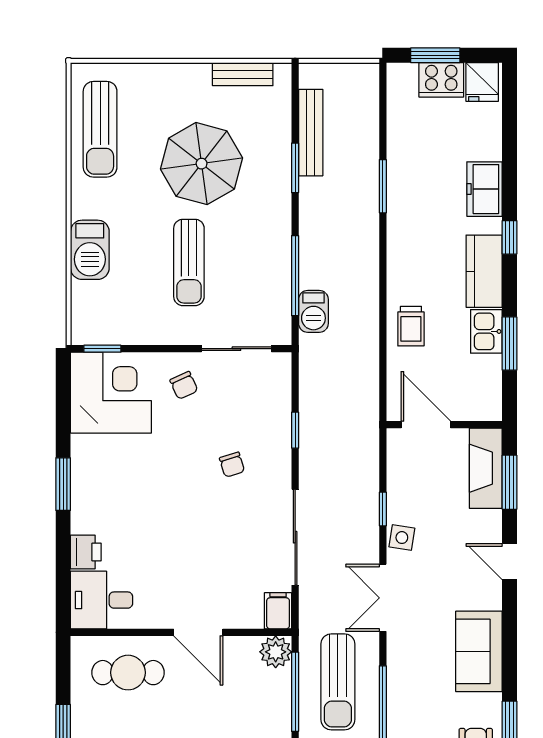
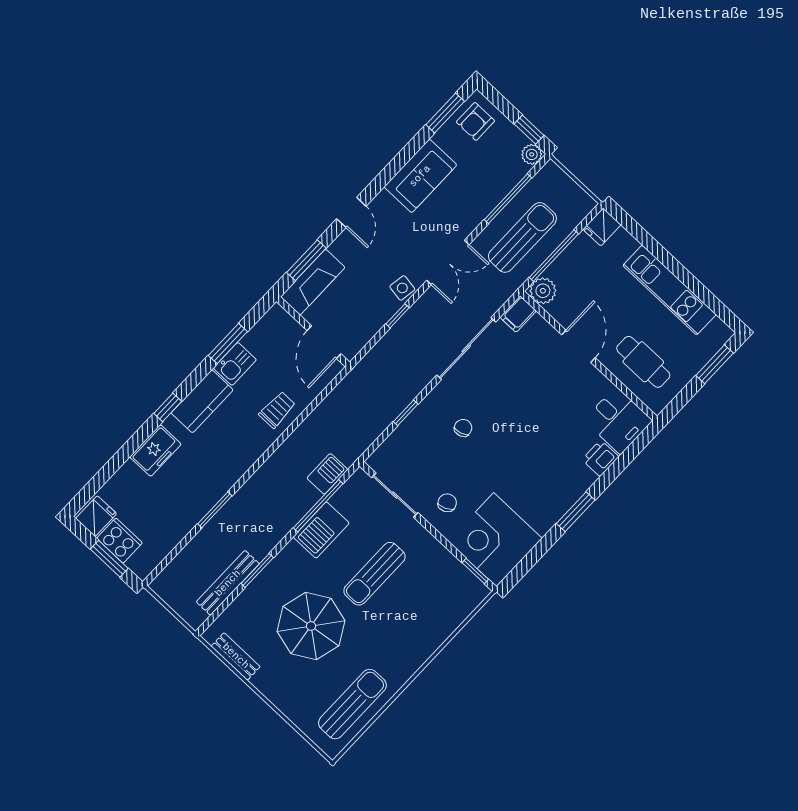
barbecue: (90, 250) -> (321, 530), moved, turned 180
sun lounger: (189, 262) -> (374, 574), turned 180

